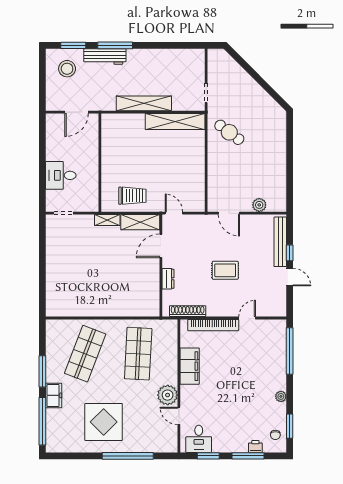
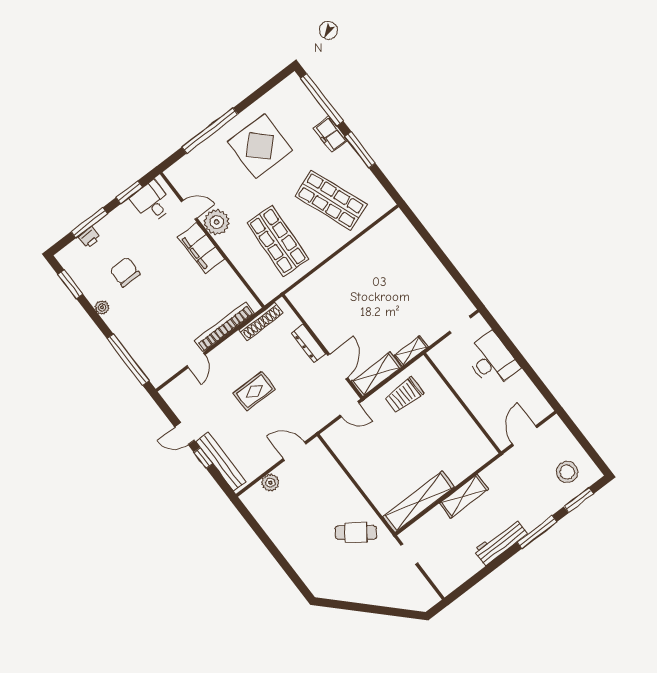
workbench: (105, 57) -> (501, 542), moved
shelving: (144, 103) -> (464, 496), width x0.68
desk: (61, 175) -> (492, 360), width x1.37
dresser: (168, 279) -> (309, 343), width x1.44
shop shelf: (85, 354) -> (331, 200), turned -42
filing cabinet: (190, 366) -> (201, 248), moved
chair: (275, 435) -> (125, 272), moved, width x1.87, depth x1.87

